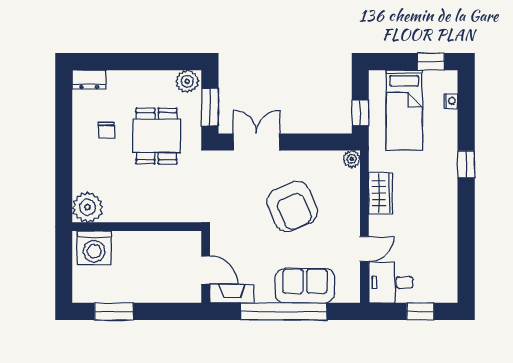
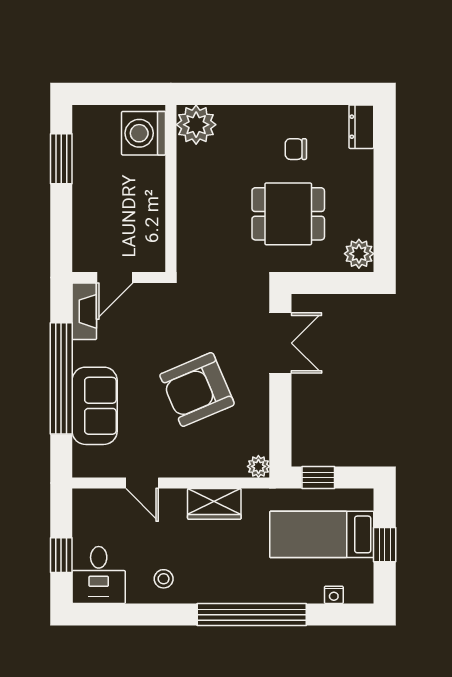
window: (431, 62) -> (385, 545), moved
window: (210, 107) -> (326, 283), removed
window: (466, 164) -> (252, 615), width x3.17
stool: (439, 232) -> (164, 579), added
desk: (391, 283) -> (99, 575), moved, turned 180

